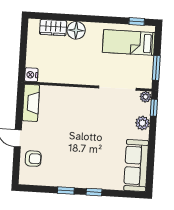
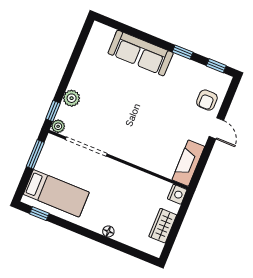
wardrobe: (53, 28) -> (163, 226), moved, turned -90
floor lamp: (76, 30) -> (108, 231), width x0.53, depth x0.53
armchair: (33, 159) -> (207, 100), turned -90
sofa: (136, 166) -> (141, 53), moved, turned 90
window: (94, 192) -> (216, 66), moved

